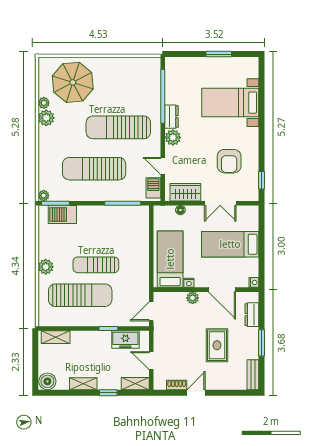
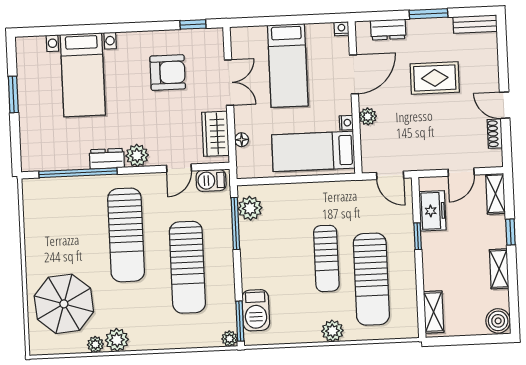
plant: (133, 214) -> (250, 208), added
sun lounger: (80, 295) -> (371, 279), turned 180

